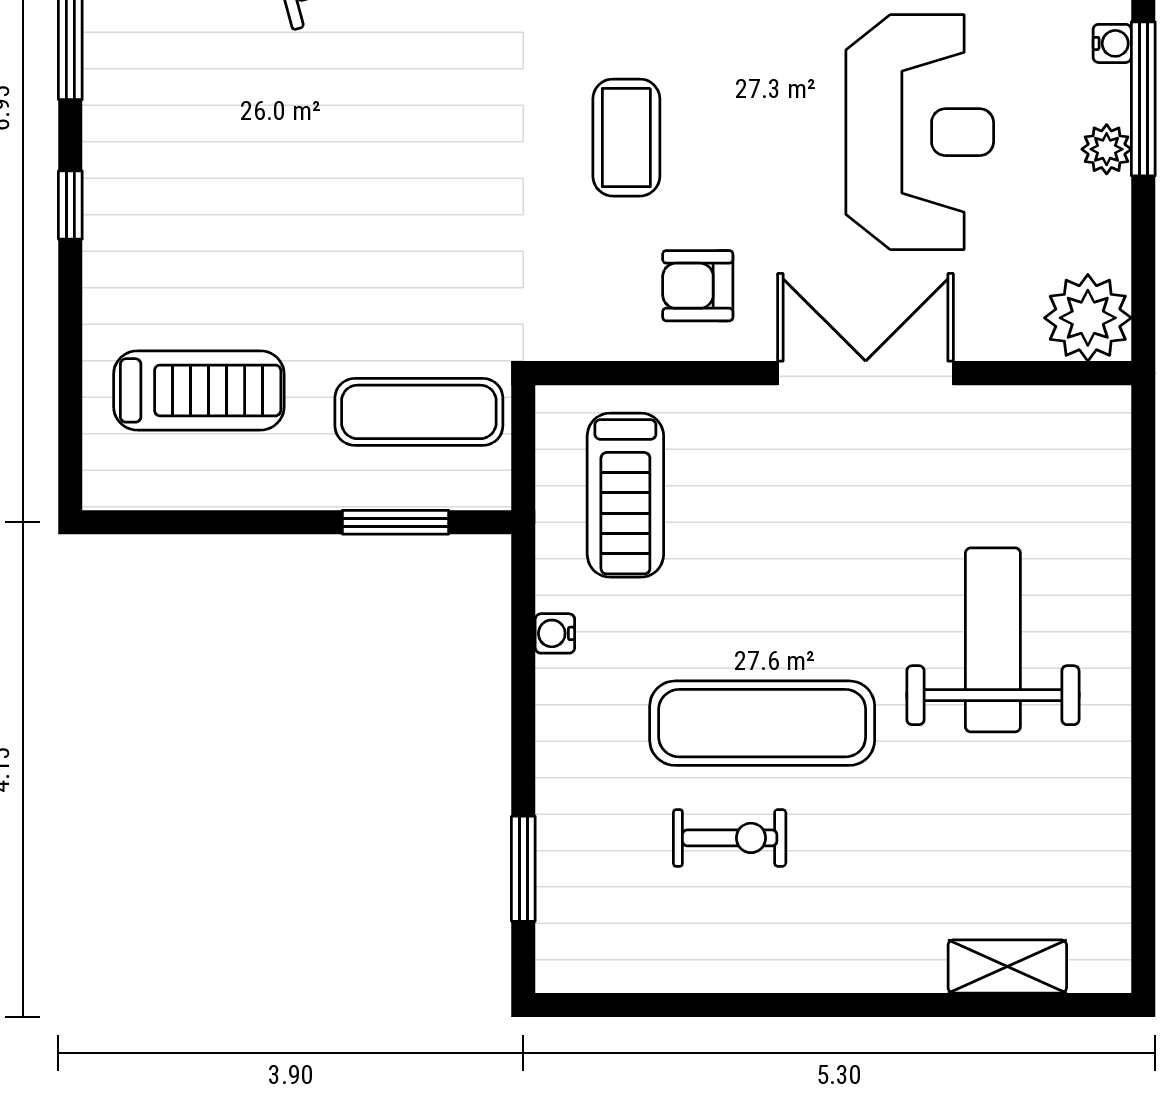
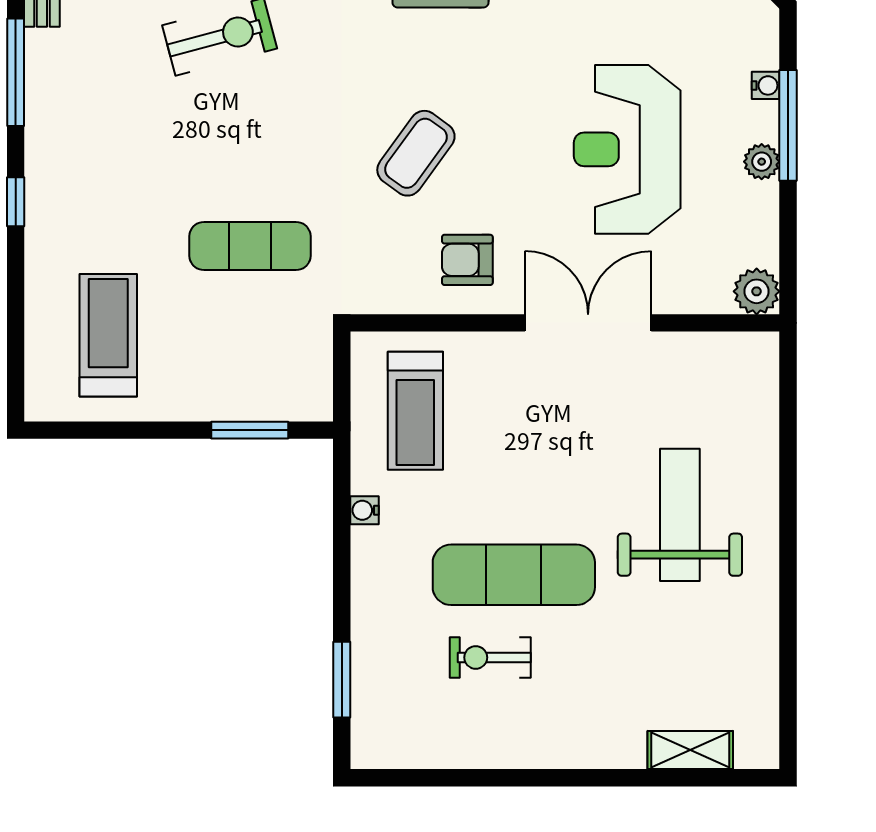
reception desk: (920, 132) -> (627, 149), turned 180
coffee table: (626, 138) -> (416, 153), turned 36
plant: (1088, 318) -> (757, 291), width x0.73, depth x0.73
treadmill: (199, 390) -> (108, 335), turned -90
exercise mat: (419, 412) -> (250, 246), moved
exercise bike: (730, 838) -> (490, 657), turned 180

